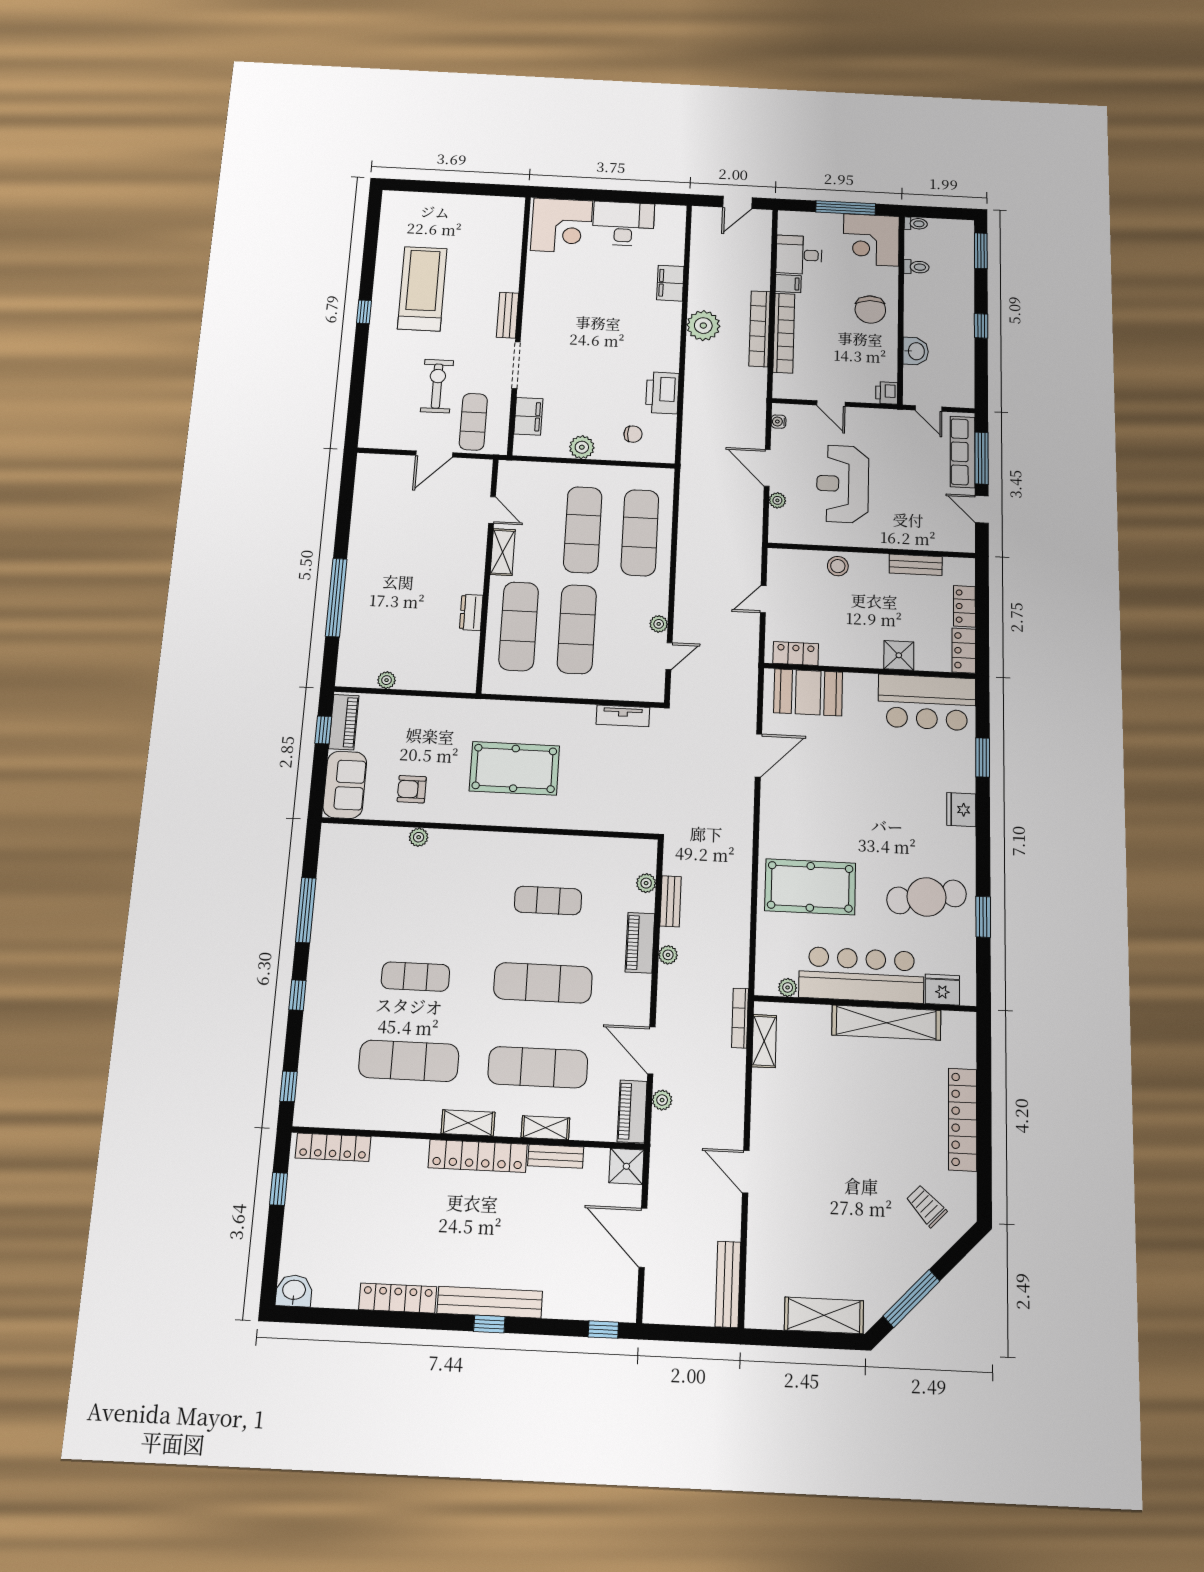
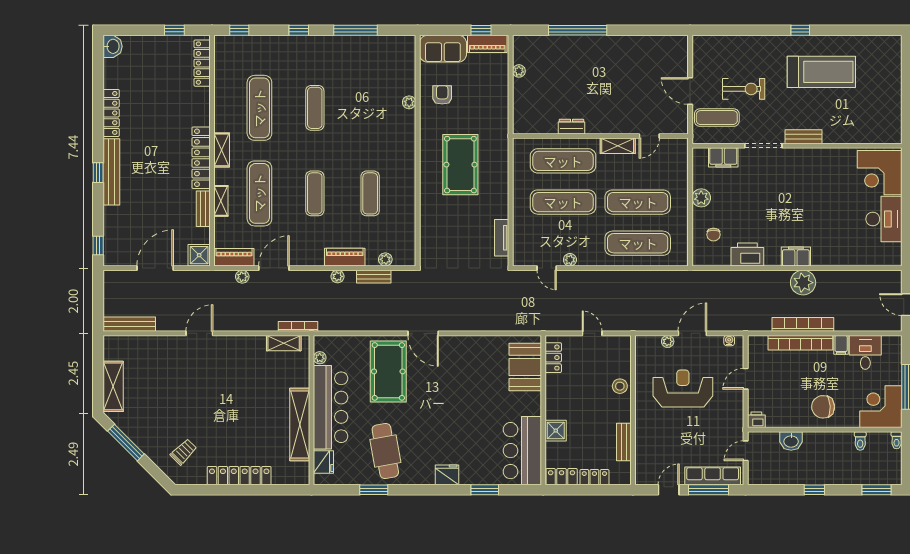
filing cabinet: (670, 283) -> (796, 257), moved
door: (758, 755) -> (423, 333), moved
exercise mat: (543, 983) -> (315, 193), width x0.73, depth x0.69

